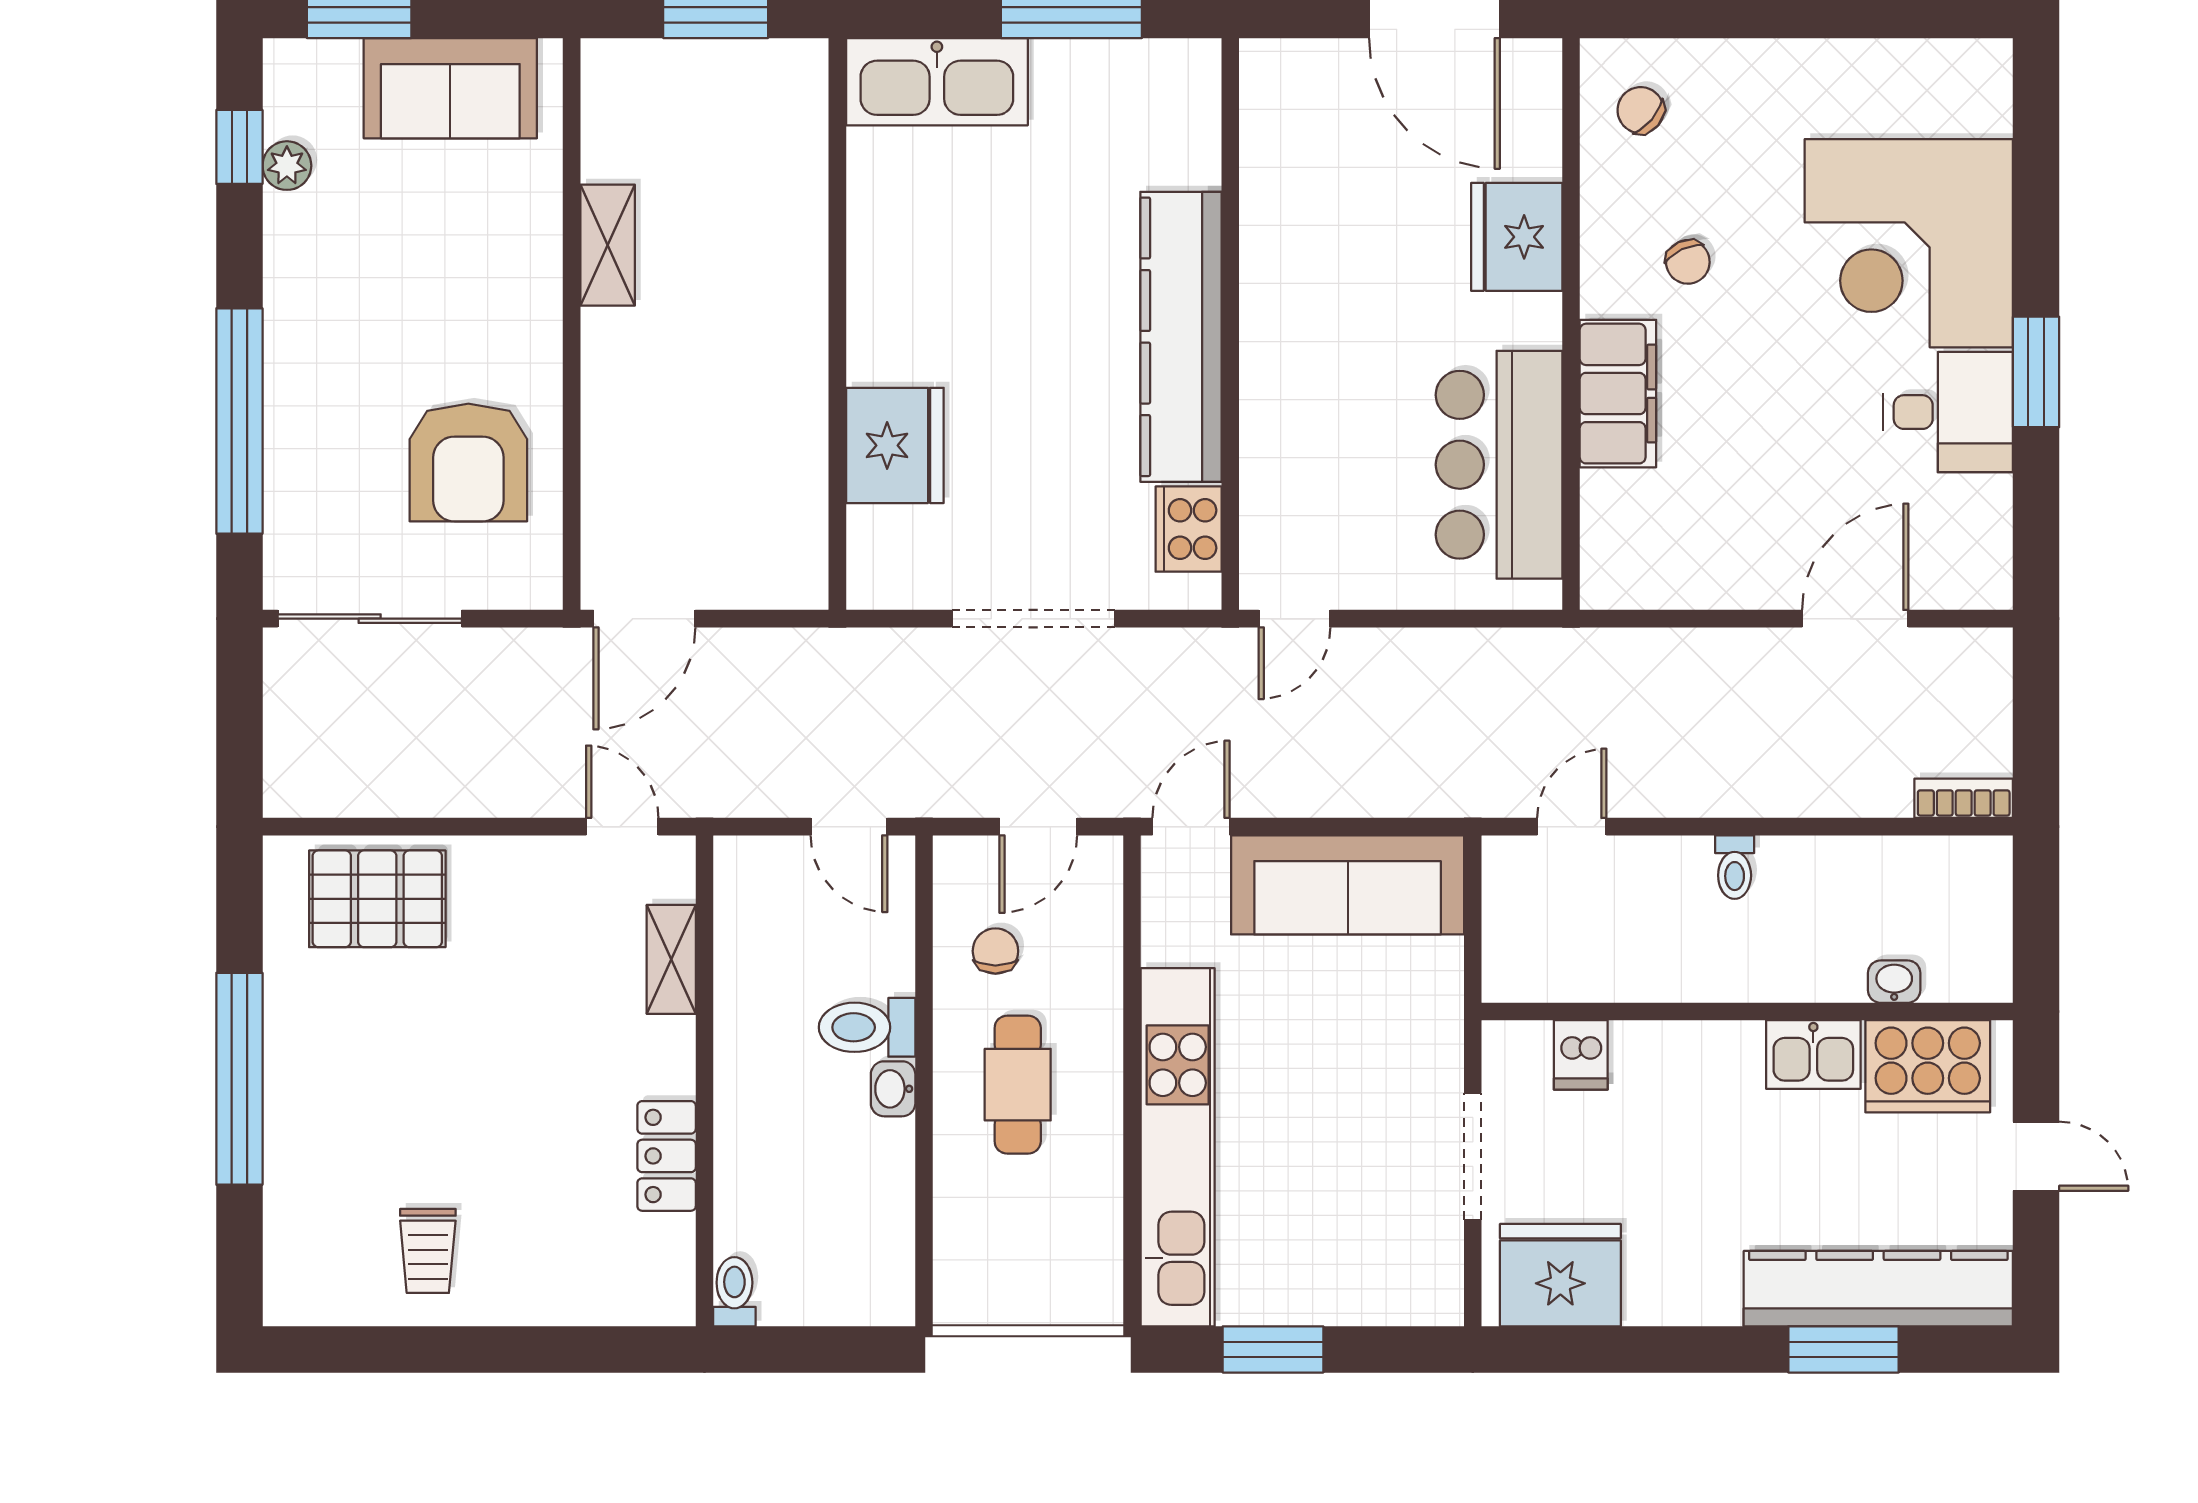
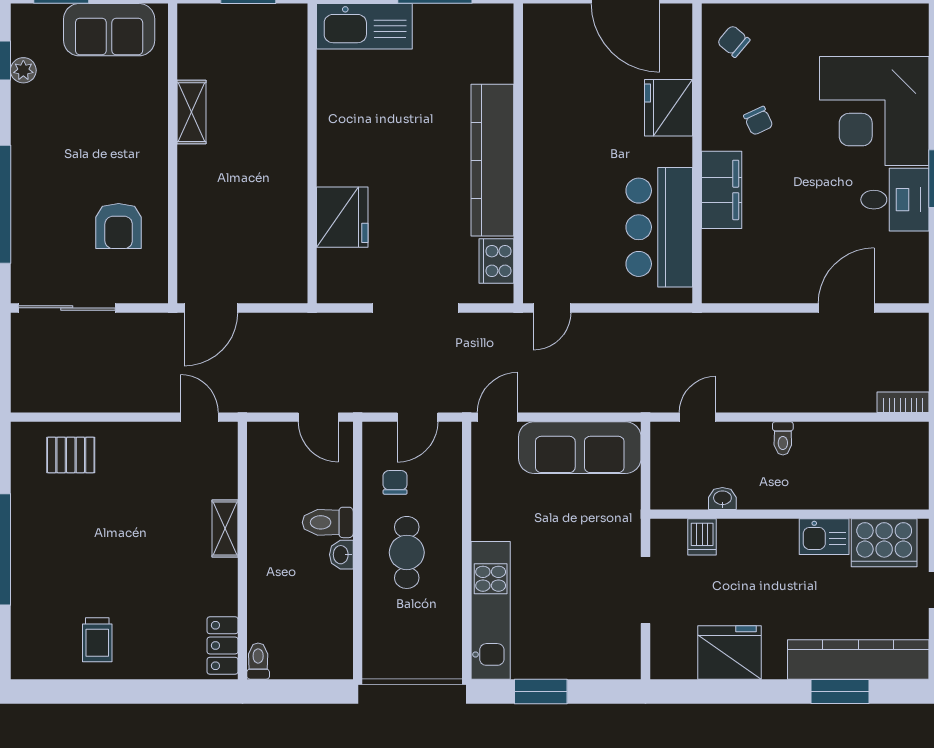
armchair: (468, 463) -> (119, 226), width x0.73, depth x0.73
pallet: (377, 899) -> (71, 455), width x0.67, depth x0.71
shelving: (671, 959) -> (225, 528), moved
washbasin: (1894, 982) -> (722, 498), moved
kitchen unit: (1178, 1147) -> (491, 610), width x0.73
locker: (667, 1156) -> (223, 645), moved
fridge: (1560, 1275) -> (729, 652), moved

